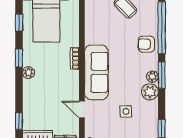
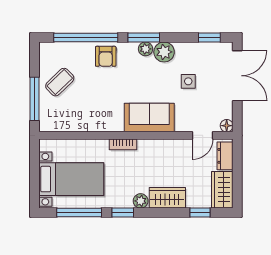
window: (19, 22) -> (79, 213), width x2.17
sofa: (96, 72) -> (149, 118), width x0.73
wardrobe: (31, 94) -> (167, 198), added
door: (82, 110) -> (203, 135), moved

